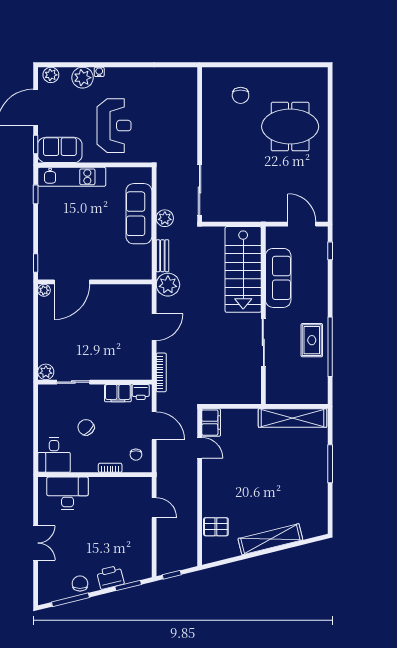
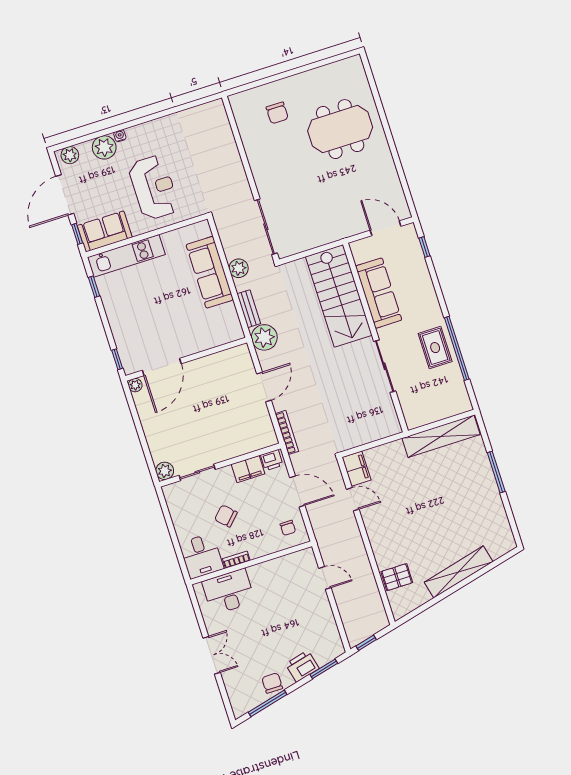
bookcase: (110, 468) -> (236, 560), moved

